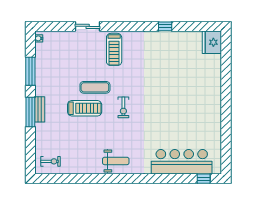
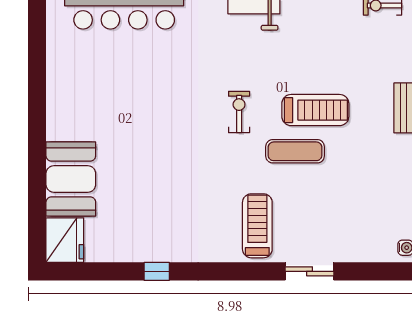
booth: (209, 73) -> (71, 179), added
treadmill: (85, 108) -> (315, 110), turned 180

